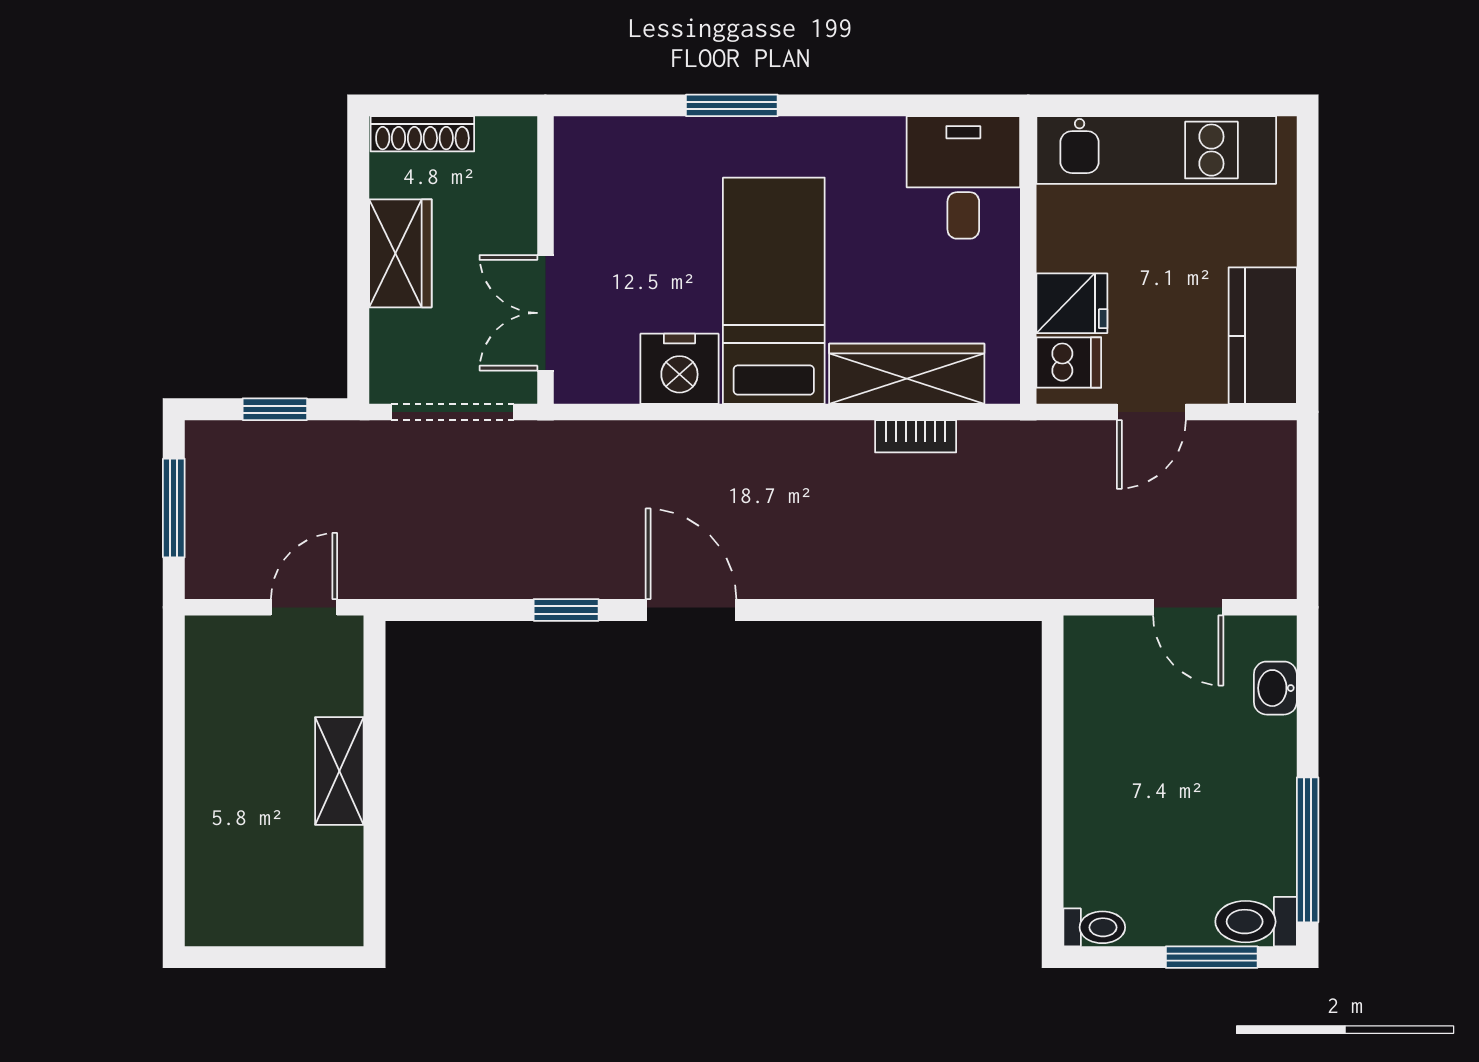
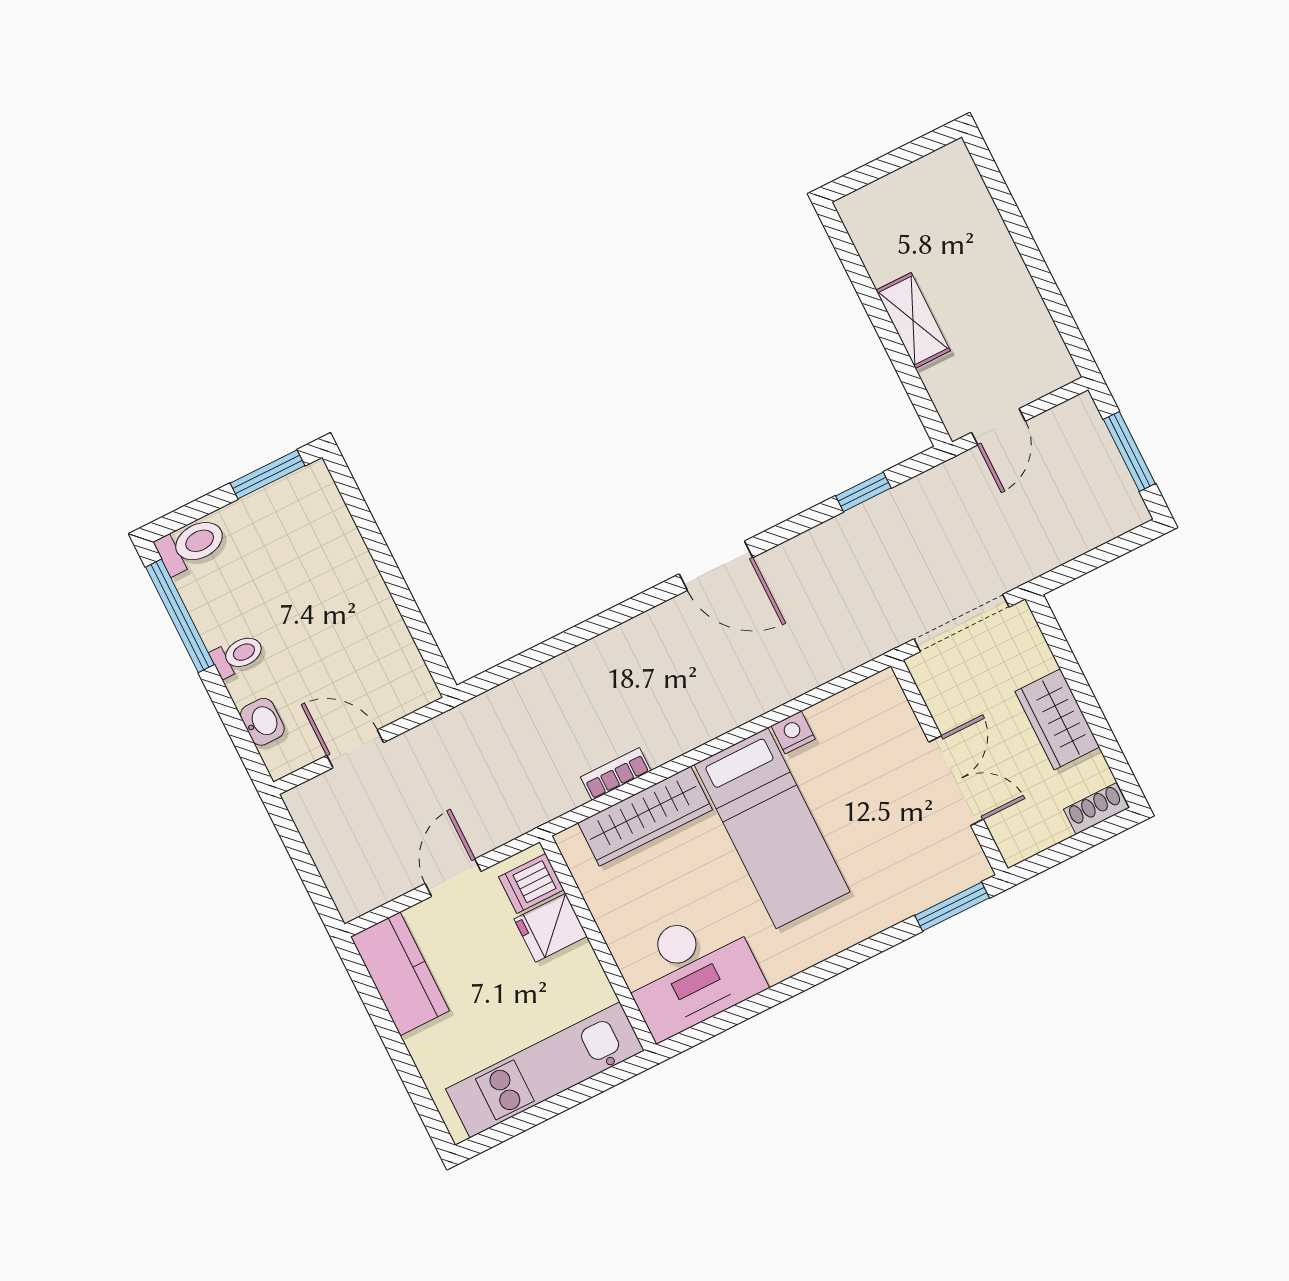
window: (732, 105) -> (952, 907), moved
shoe rack: (422, 134) -> (1096, 809), width x0.70
desk: (963, 177) -> (691, 972), width x1.37
double door: (545, 313) -> (956, 781), moved
nightstand: (679, 369) -> (793, 732), width x0.53, depth x0.56
window: (275, 409) -> (1092, 560), removed
window: (566, 610) -> (863, 492), moved
toilet: (1094, 927) -> (238, 655), moved, turned 180
window: (1212, 957) -> (267, 474), moved

